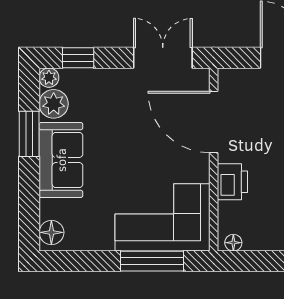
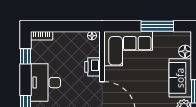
floor lamp: (51, 232) -> (185, 51), moved
window: (152, 261) -> (157, 26), moved

